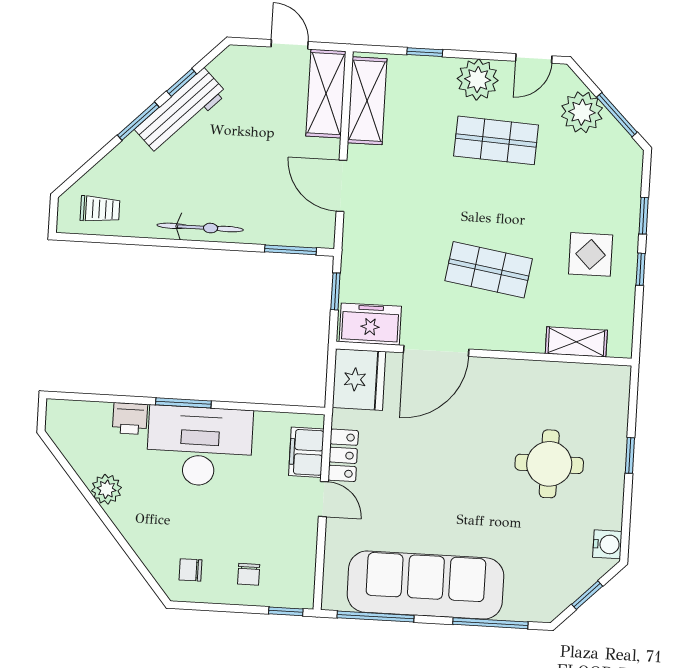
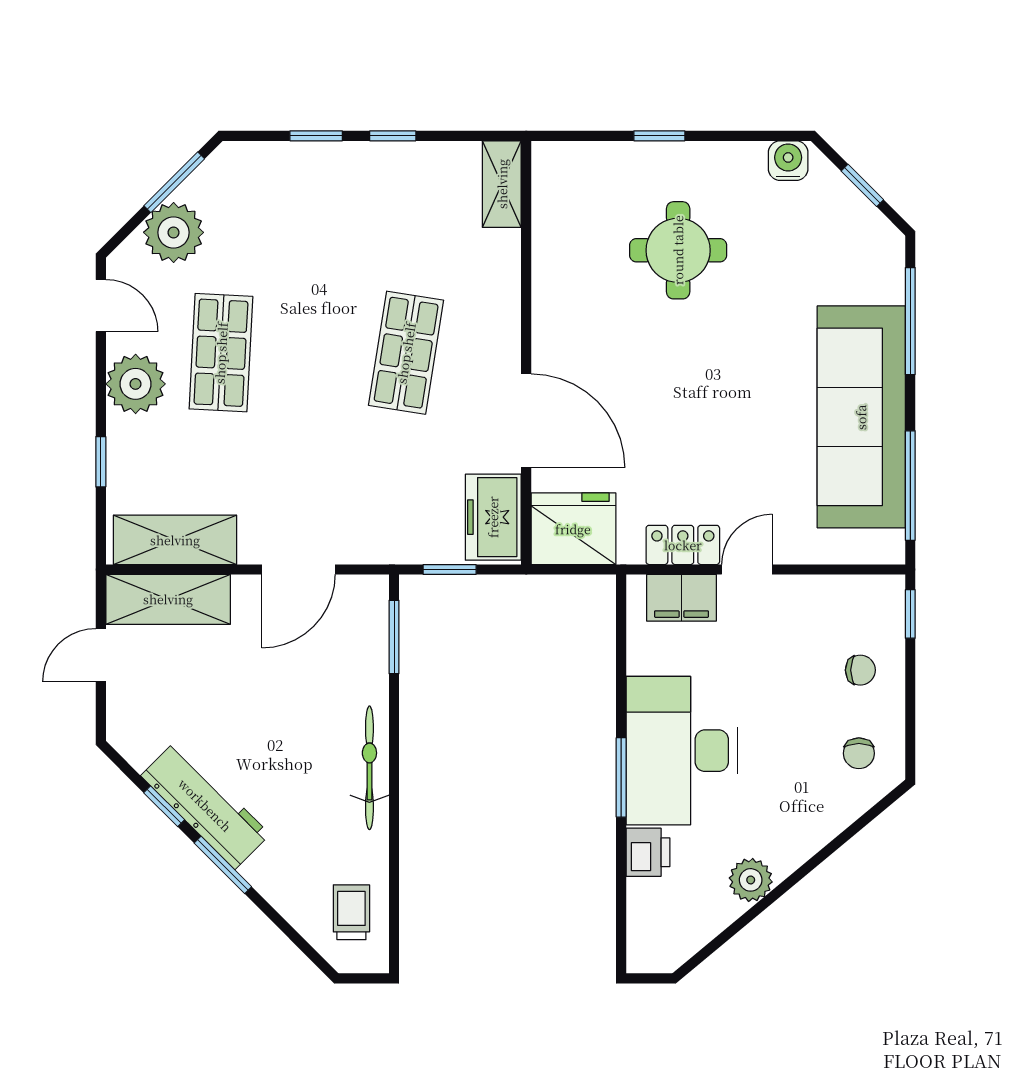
display table: (591, 254) -> (376, 209), removed
shelving: (576, 342) -> (502, 184), moved

